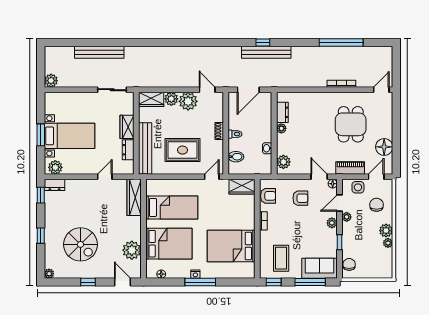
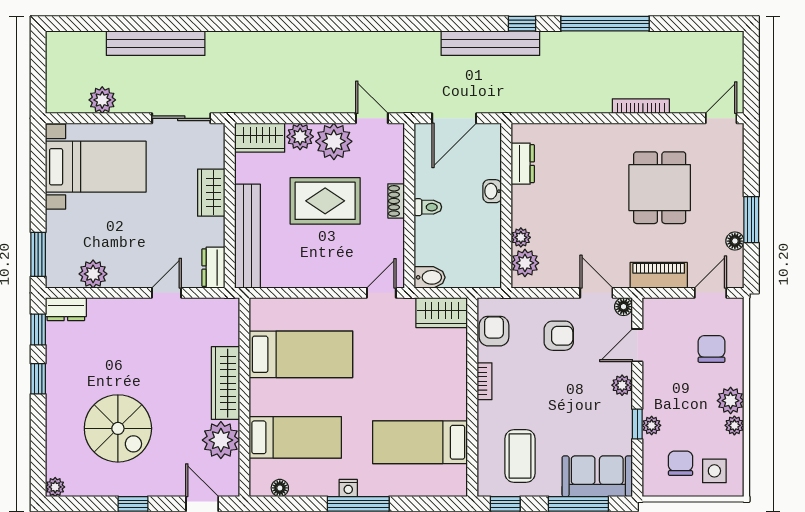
window: (263, 43) -> (522, 24), moved
window: (341, 43) -> (605, 24), moved
plant: (51, 81) -> (102, 100), moved
plant: (281, 128) -> (521, 237), moved
window: (41, 135) -> (38, 254), moved
bed with nightstands: (69, 136) -> (96, 167), moved
window: (396, 140) -> (751, 220), added
floor lamp: (384, 147) -> (735, 241), width x0.53, depth x0.53
washbasin: (267, 148) -> (492, 191), moved
dresser: (128, 150) -> (213, 268), moved
rug: (182, 150) -> (325, 201), moved
bidet: (236, 157) -> (430, 277), moved
plant: (55, 167) -> (93, 274), moved
side table: (358, 187) -> (714, 471), moved
armchair: (268, 196) -> (494, 331), turned -90
wardrobe: (134, 197) -> (225, 383), moved
plant: (347, 217) -> (652, 425), moved
window: (41, 236) -> (38, 379), moved
bed: (169, 244) -> (295, 437), width x0.67
bed: (231, 246) -> (420, 442), width x0.67
chair: (349, 264) -> (680, 463), moved

